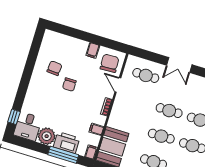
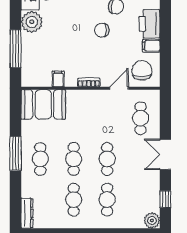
chair: (110, 63) -> (142, 70), turned -87
printer: (66, 143) -> (150, 24), moved, turned 180
filing cabinet: (91, 152) -> (29, 81), removed

